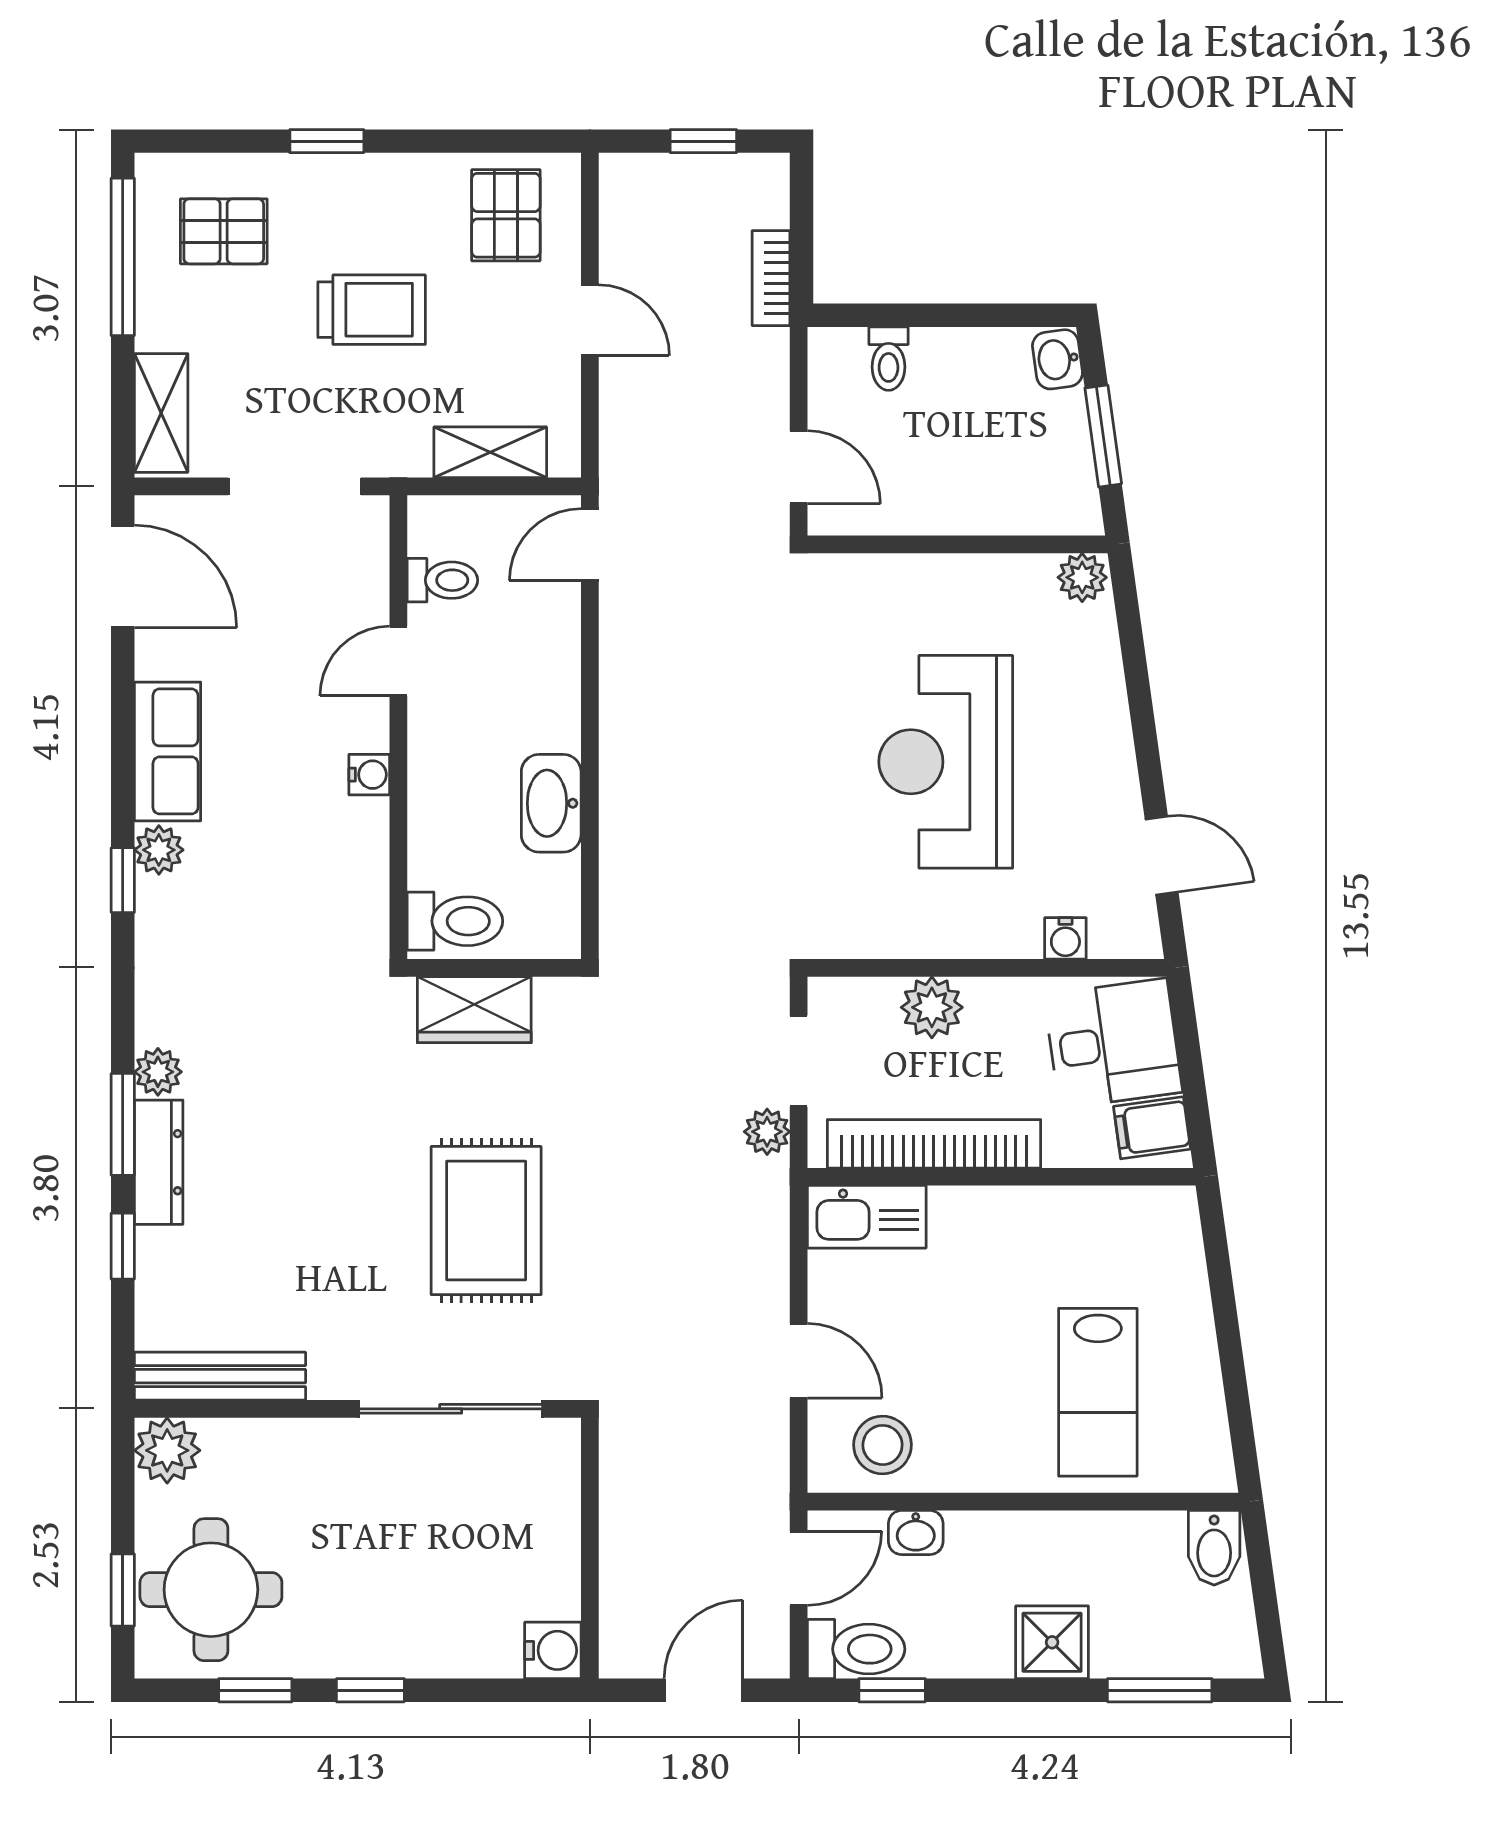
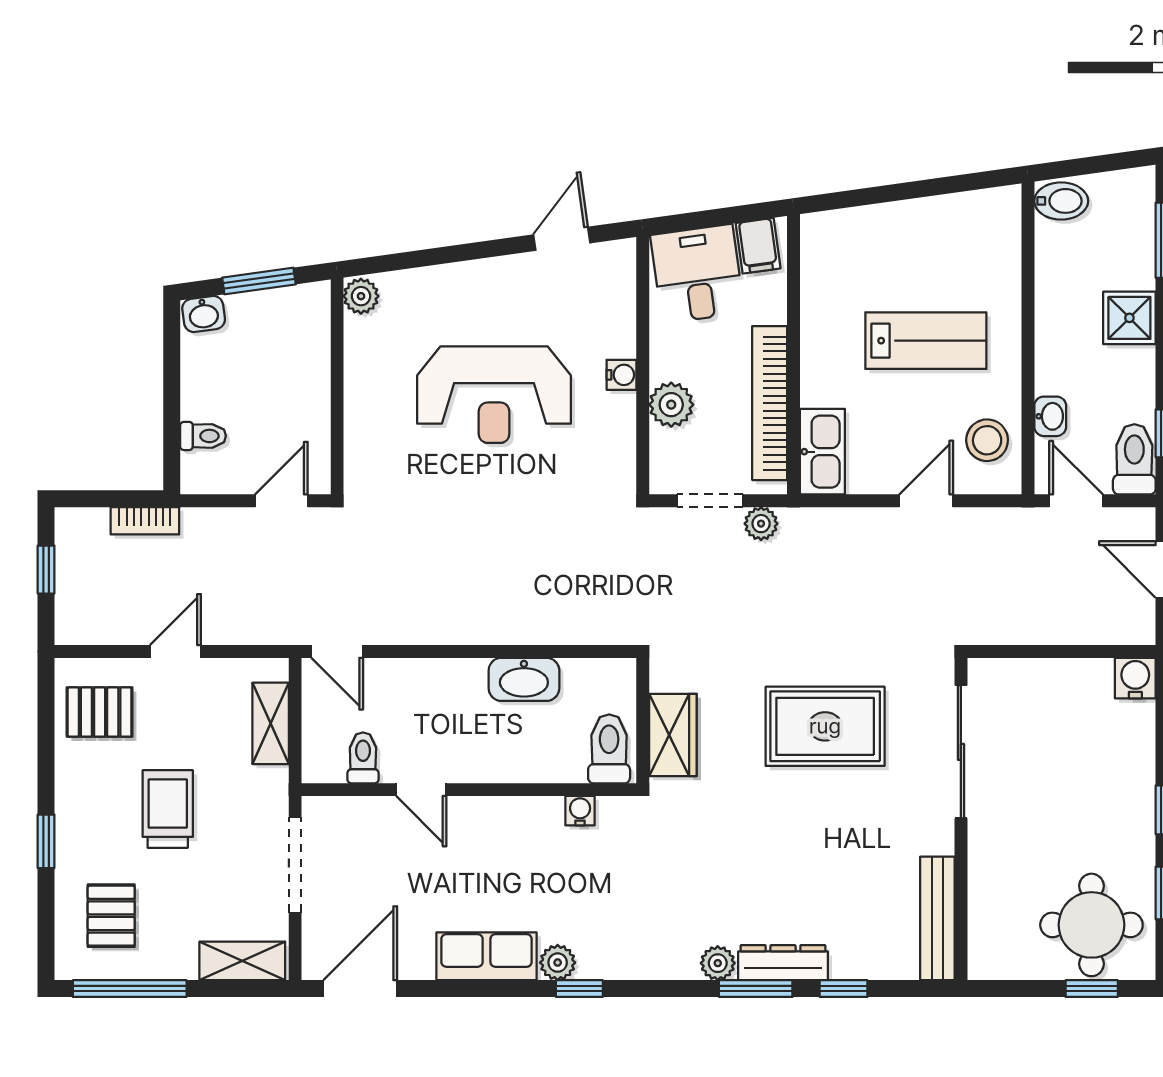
water cooler: (369, 775) -> (580, 811), moved
water cooler: (1065, 938) -> (621, 375), moved
lab bench: (1098, 1392) -> (926, 341), moved
plant: (167, 1450) -> (991, 956), removed

